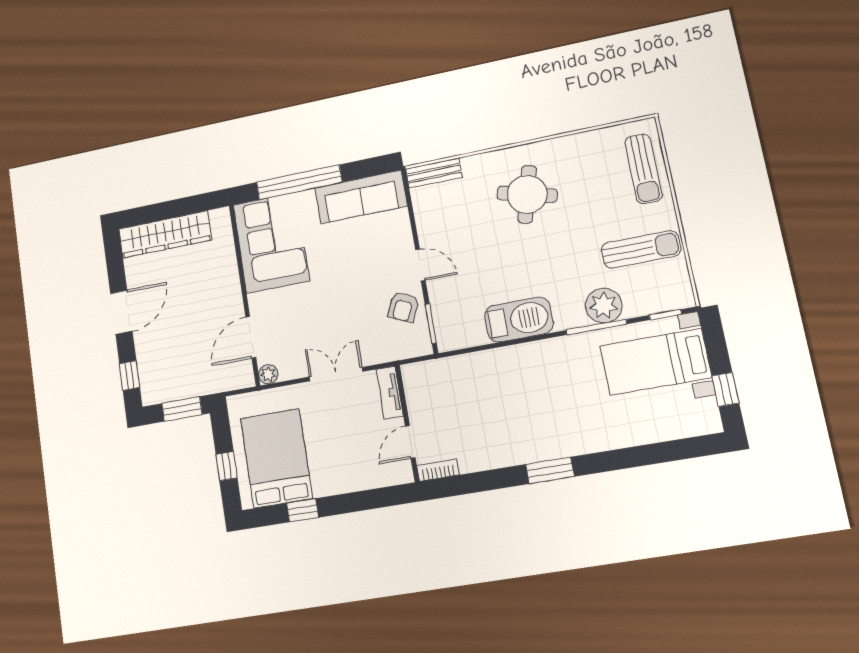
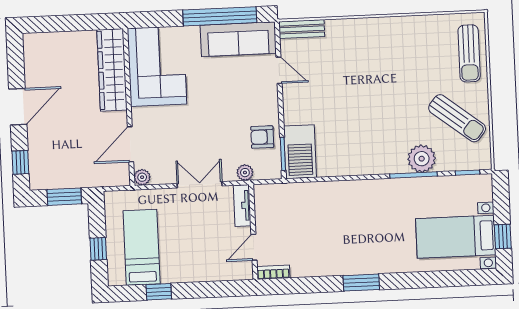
window: (299, 182) -> (220, 16), moved
round table: (527, 194) -> (375, 59), removed
wardrobe: (165, 234) -> (112, 70), moved, turned 90
sun lounger: (641, 250) -> (457, 118), turned 38
door: (420, 265) -> (279, 70), moved
armchair: (403, 307) -> (262, 137), turned 66
barbecue: (519, 320) -> (300, 152), moved, turned 90
plant: (388, 352) -> (245, 173), added
bed with nightstands: (656, 362) -> (456, 237), moved
bed: (276, 458) -> (142, 247), width x0.67

